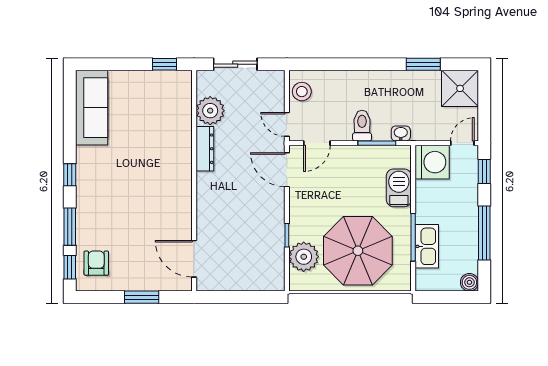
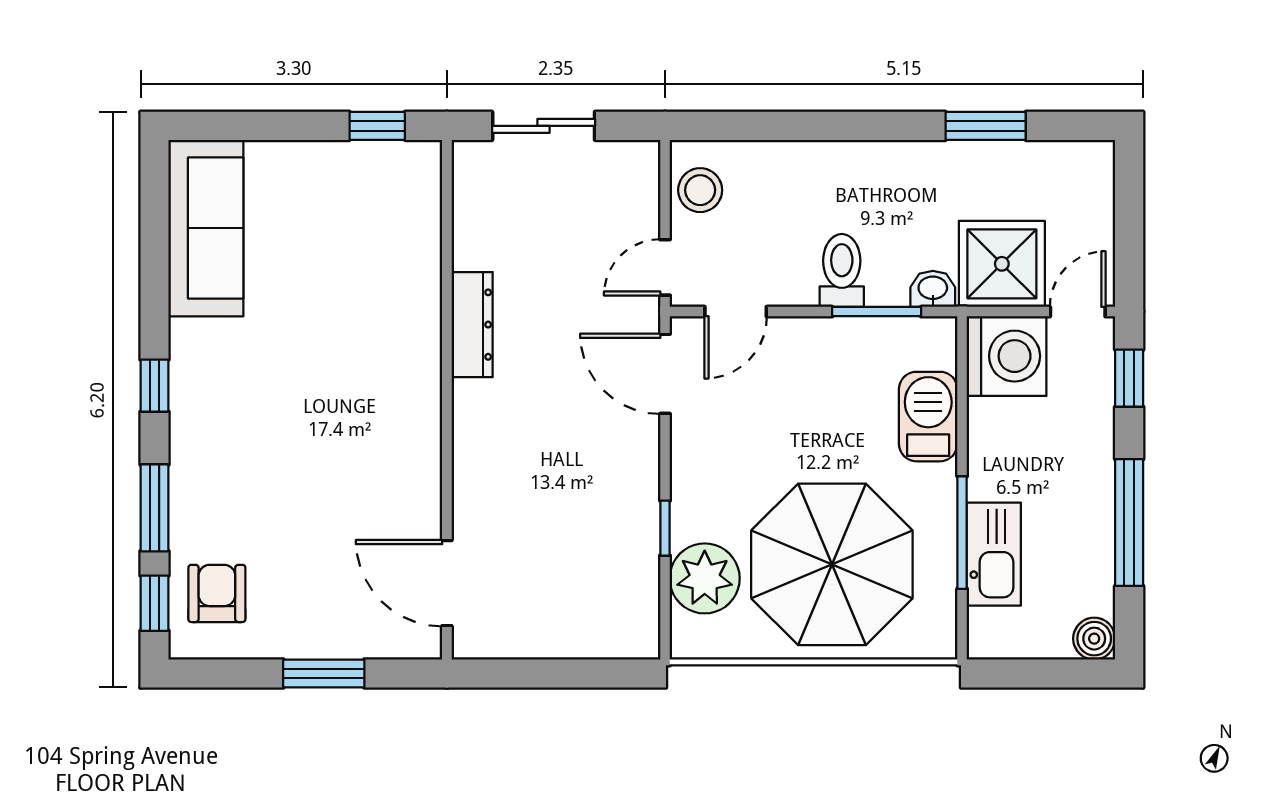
shower: (460, 88) -> (1002, 264), moved
plant: (210, 111) -> (485, 235), removed
door: (287, 124) -> (665, 267), hinge flipped

